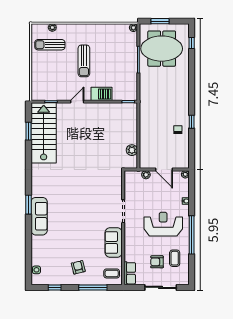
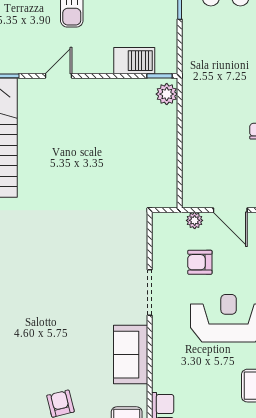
barbecue: (102, 94) -> (134, 61), moved
plant: (132, 150) -> (167, 94), moved
armchair: (157, 262) -> (200, 262), moved

